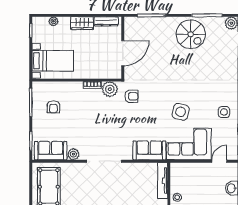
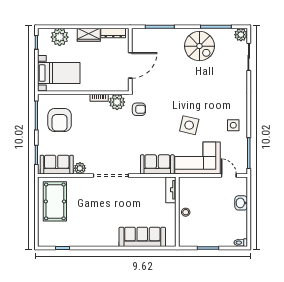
plant: (53, 21) -> (60, 37), width x1.87, depth x1.87
armchair: (53, 107) -> (60, 120), width x1.88, depth x1.88
door: (219, 161) -> (229, 175), hinge flipped
tv unit: (163, 181) -> (171, 190), width x0.71

